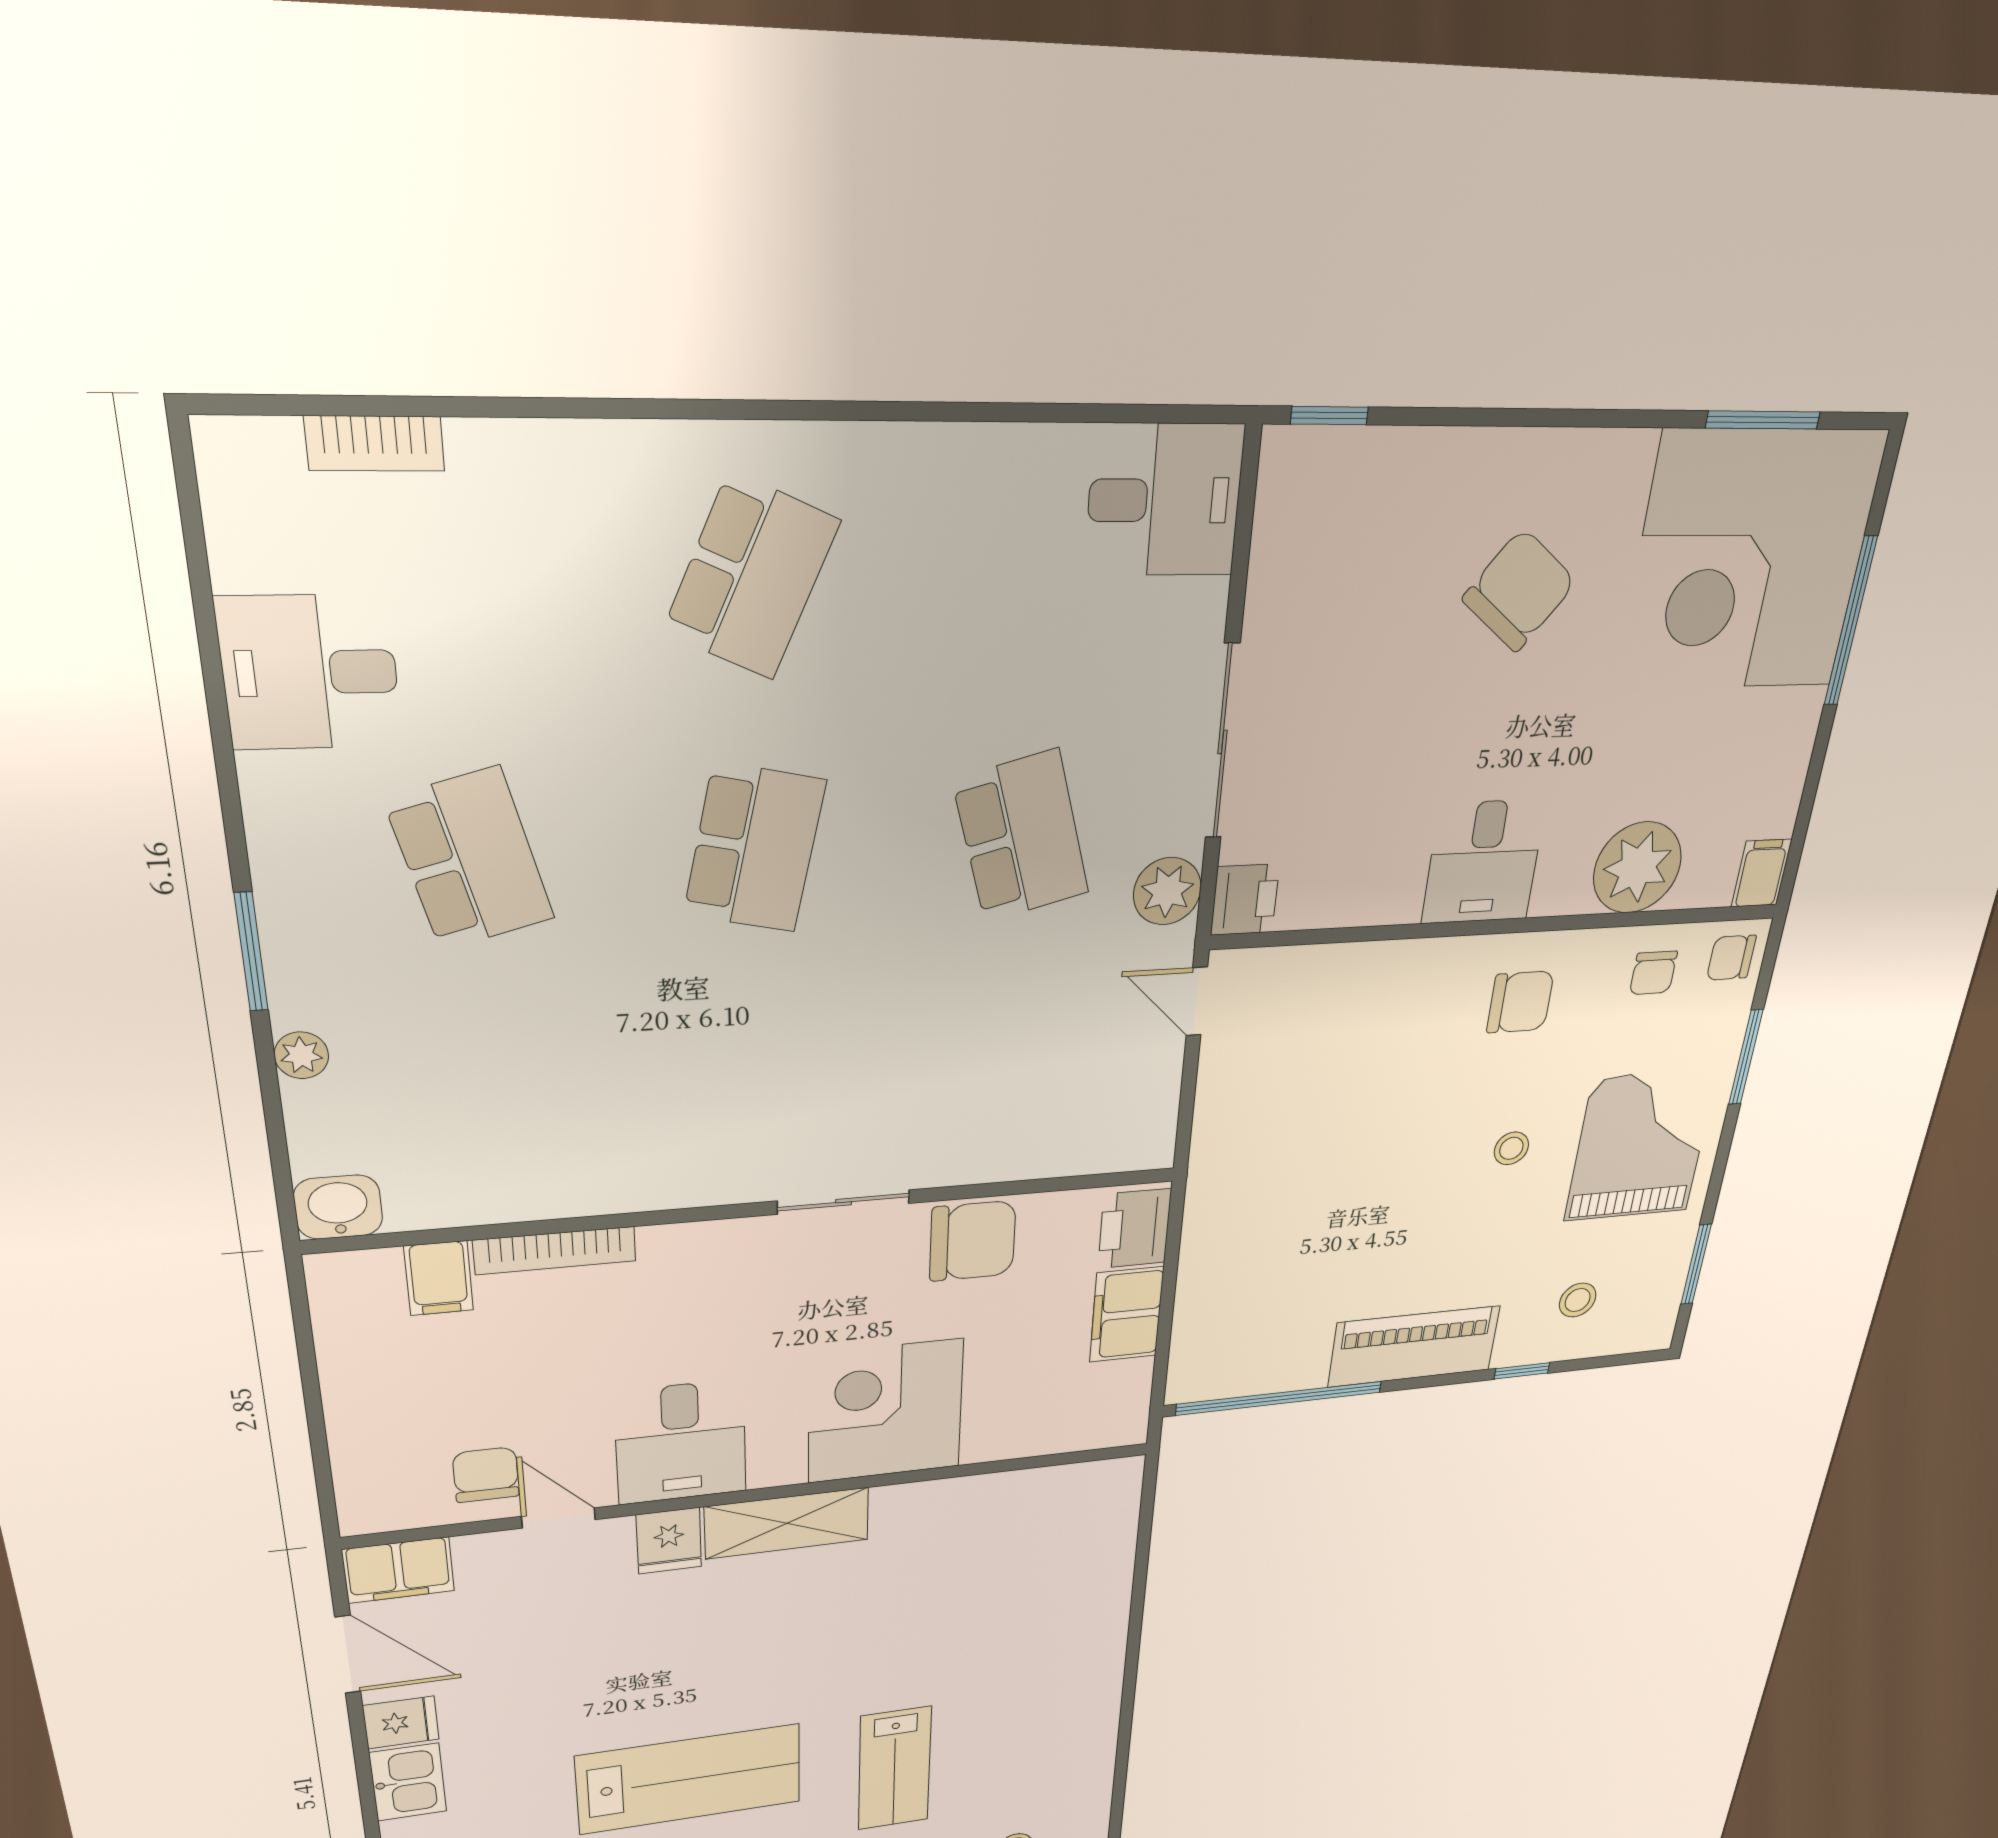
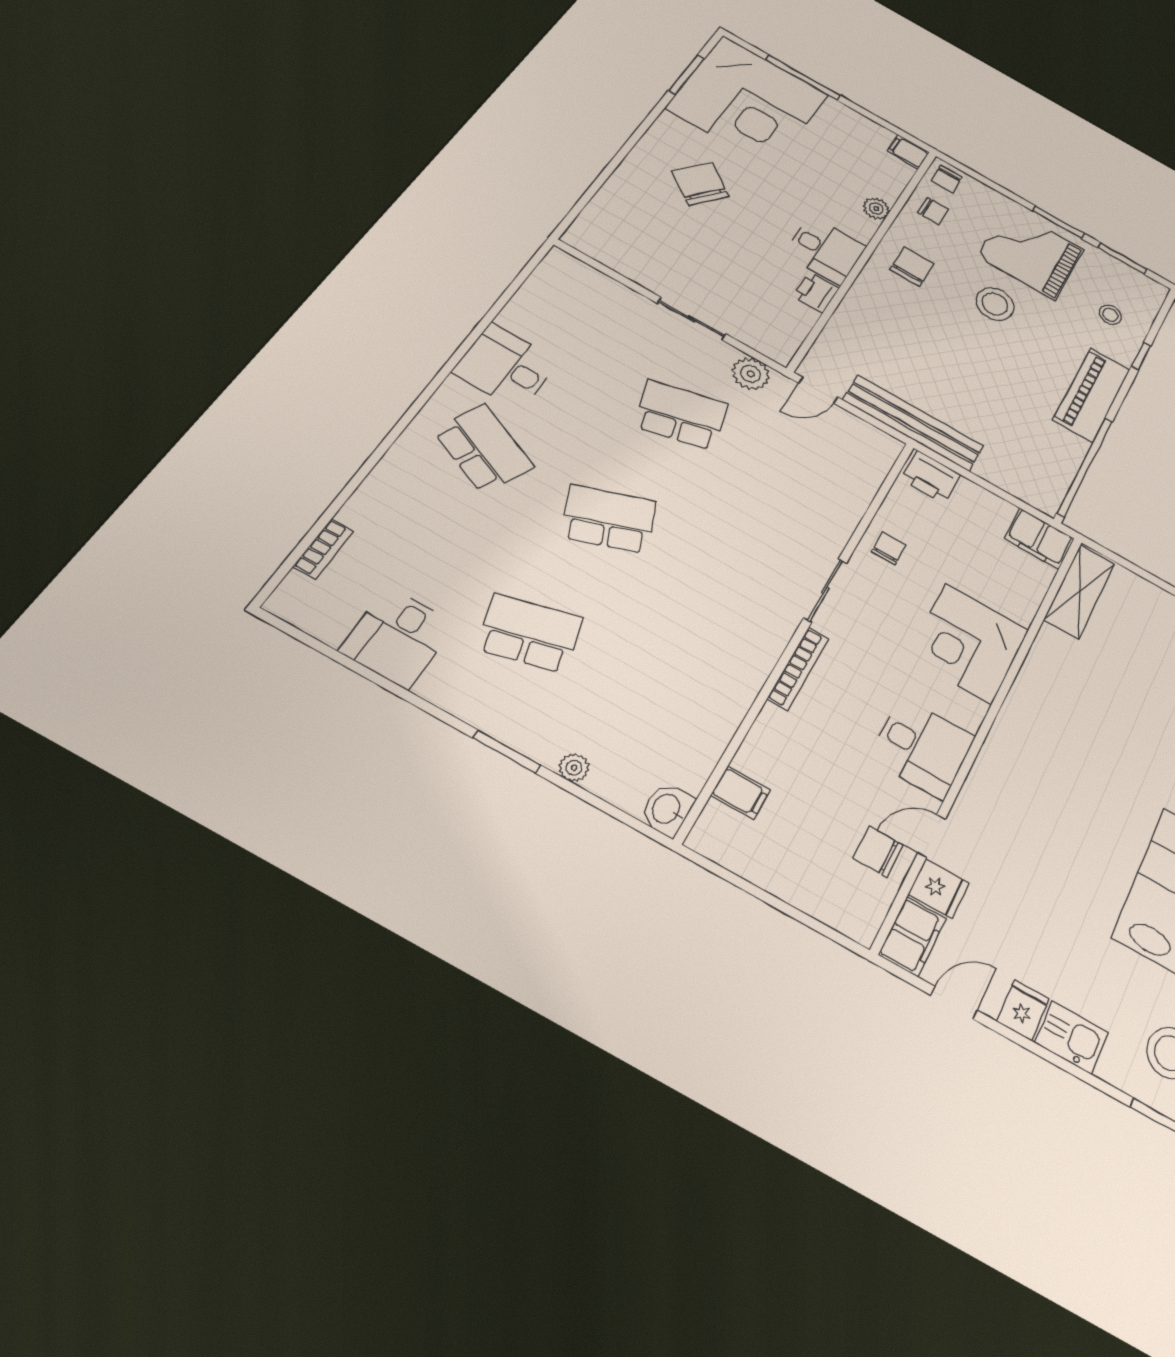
window: (1329, 416) -> (572, 215), removed
desk: (1164, 500) -> (506, 366), moved, turned -90
sliding door: (1222, 742) -> (691, 319), width x0.73
school desk: (755, 848) -> (609, 519), turned -33
plant: (1637, 868) -> (876, 209), width x0.53, depth x0.53
printer: (1245, 900) -> (816, 292), moved, turned -90
window: (1746, 1057) -> (1059, 222), moved
stool: (1511, 1148) -> (995, 304), width x1.89, depth x1.89
bench: (1218, 1157) -> (913, 423), added
chair: (973, 1241) -> (889, 548), width x0.54, depth x0.54
bookcase: (555, 1251) -> (798, 668), moved
filing cabinet: (1127, 1315) -> (1039, 539), moved
shelving: (787, 1523) -> (1079, 592), moved
fridge: (669, 1541) -> (939, 889), moved
door: (348, 1654) -> (954, 1003), width x0.73

